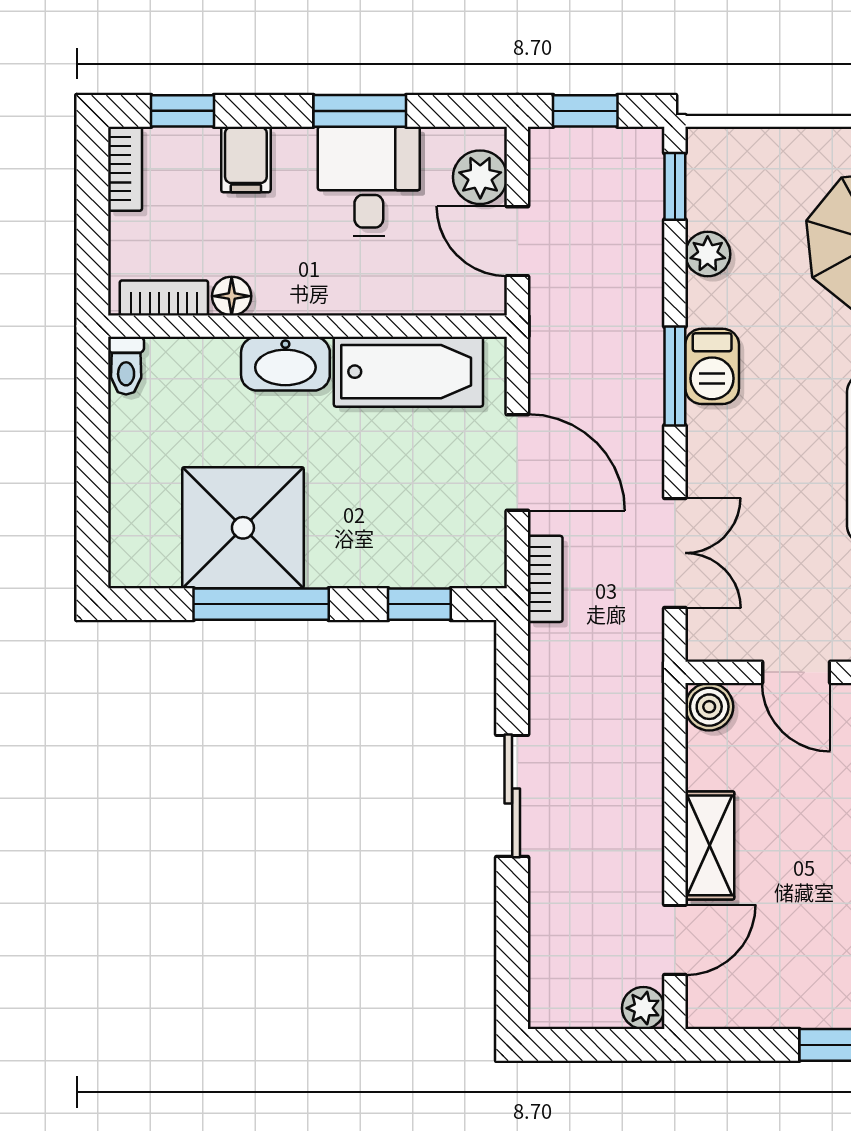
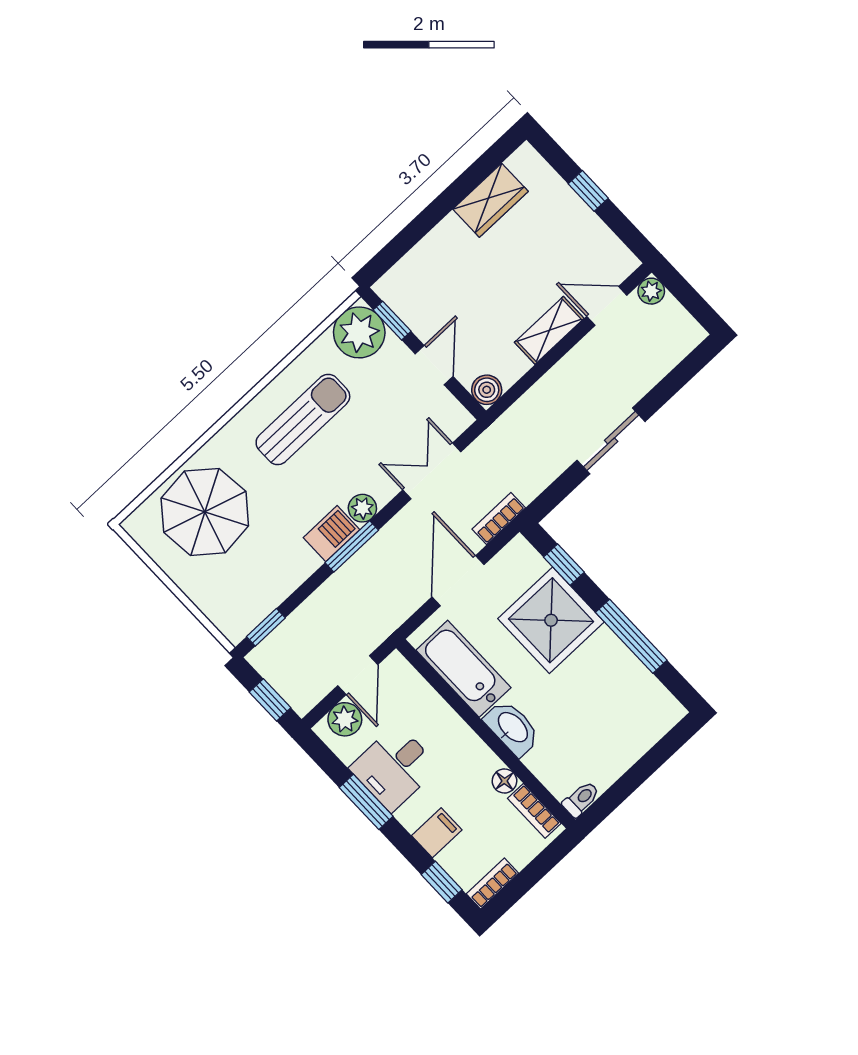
plant: (708, 254) -> (362, 508), moved
shower: (243, 528) -> (551, 620), moved

